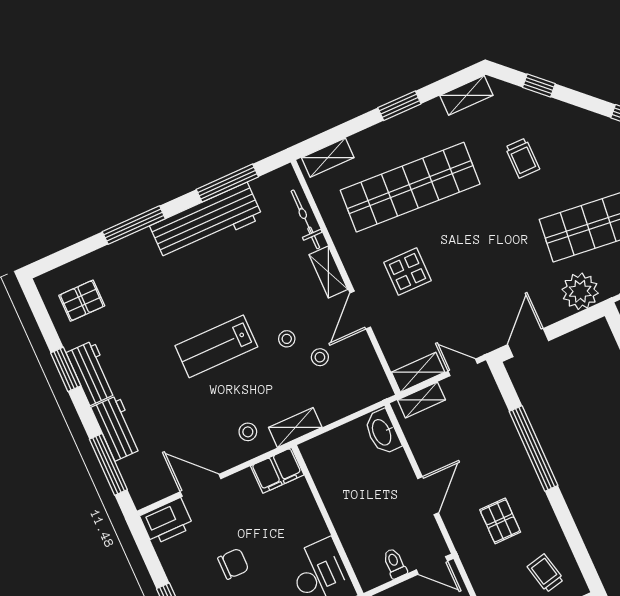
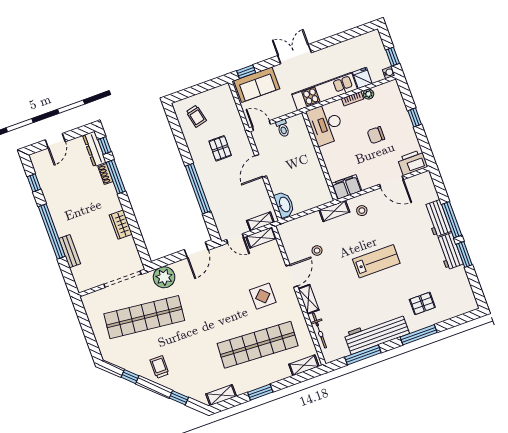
trolley: (522, 158) -> (159, 367), moved
pallet: (82, 301) -> (422, 303), moved
stool: (287, 339) -> (335, 263), removed
window: (108, 464) -> (452, 220), moved

